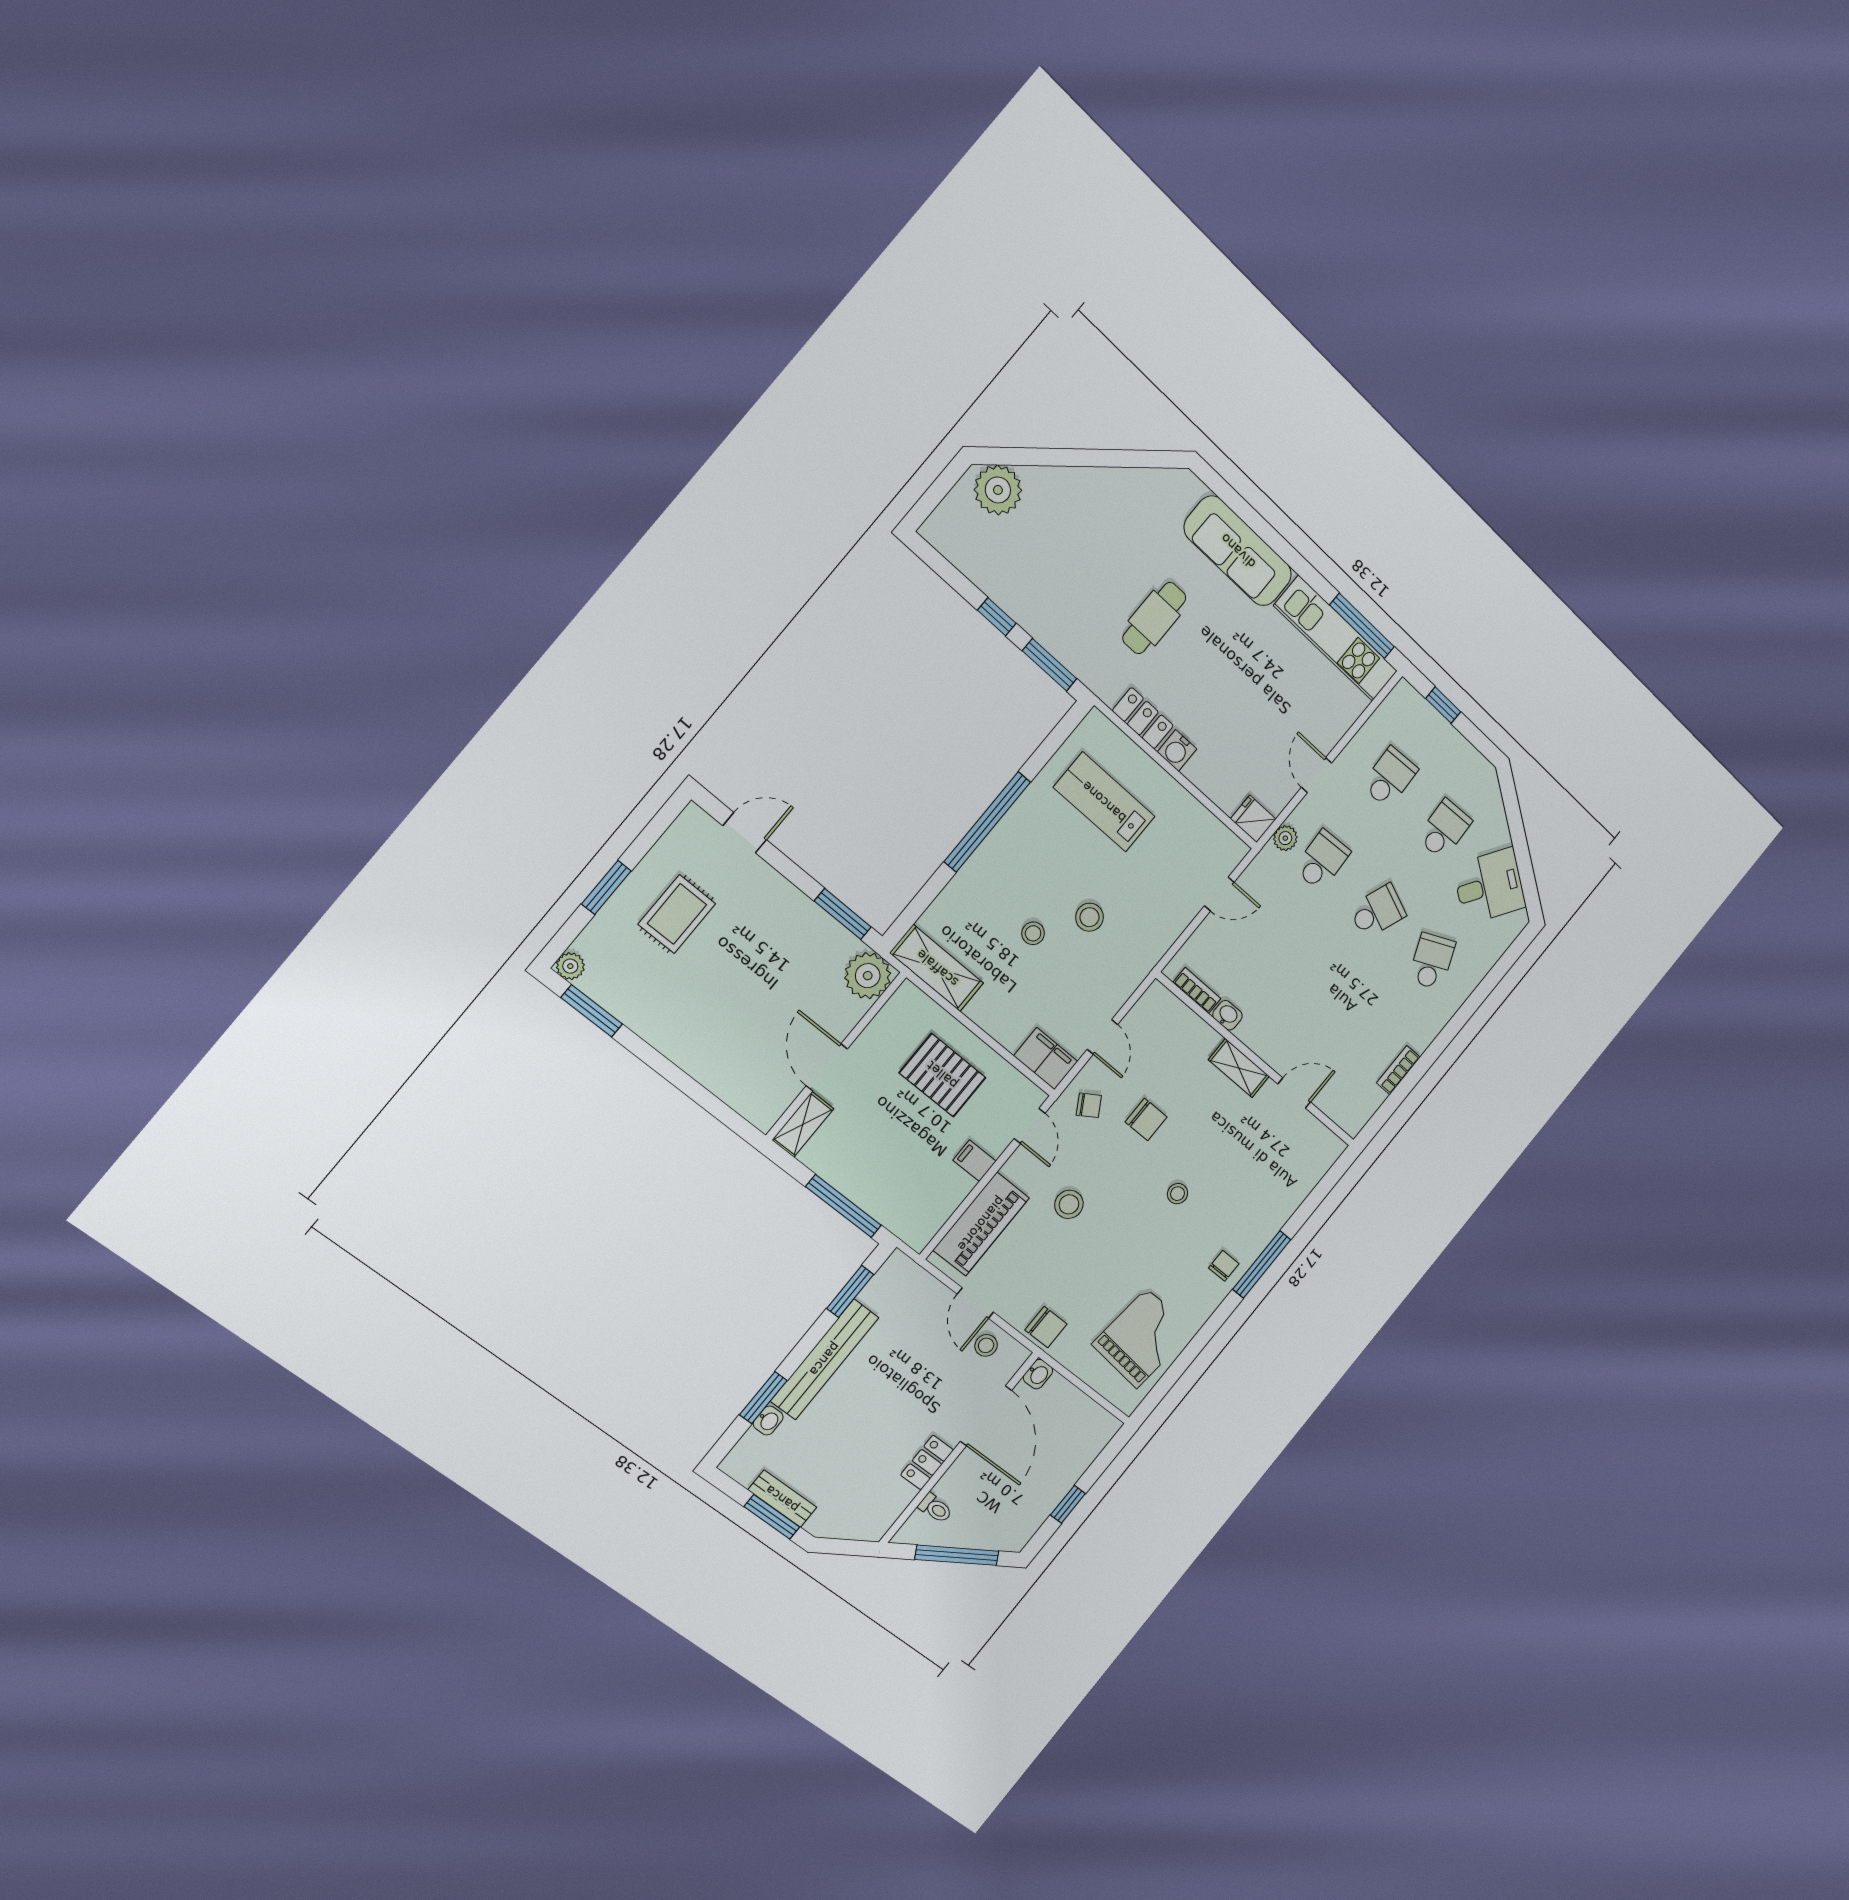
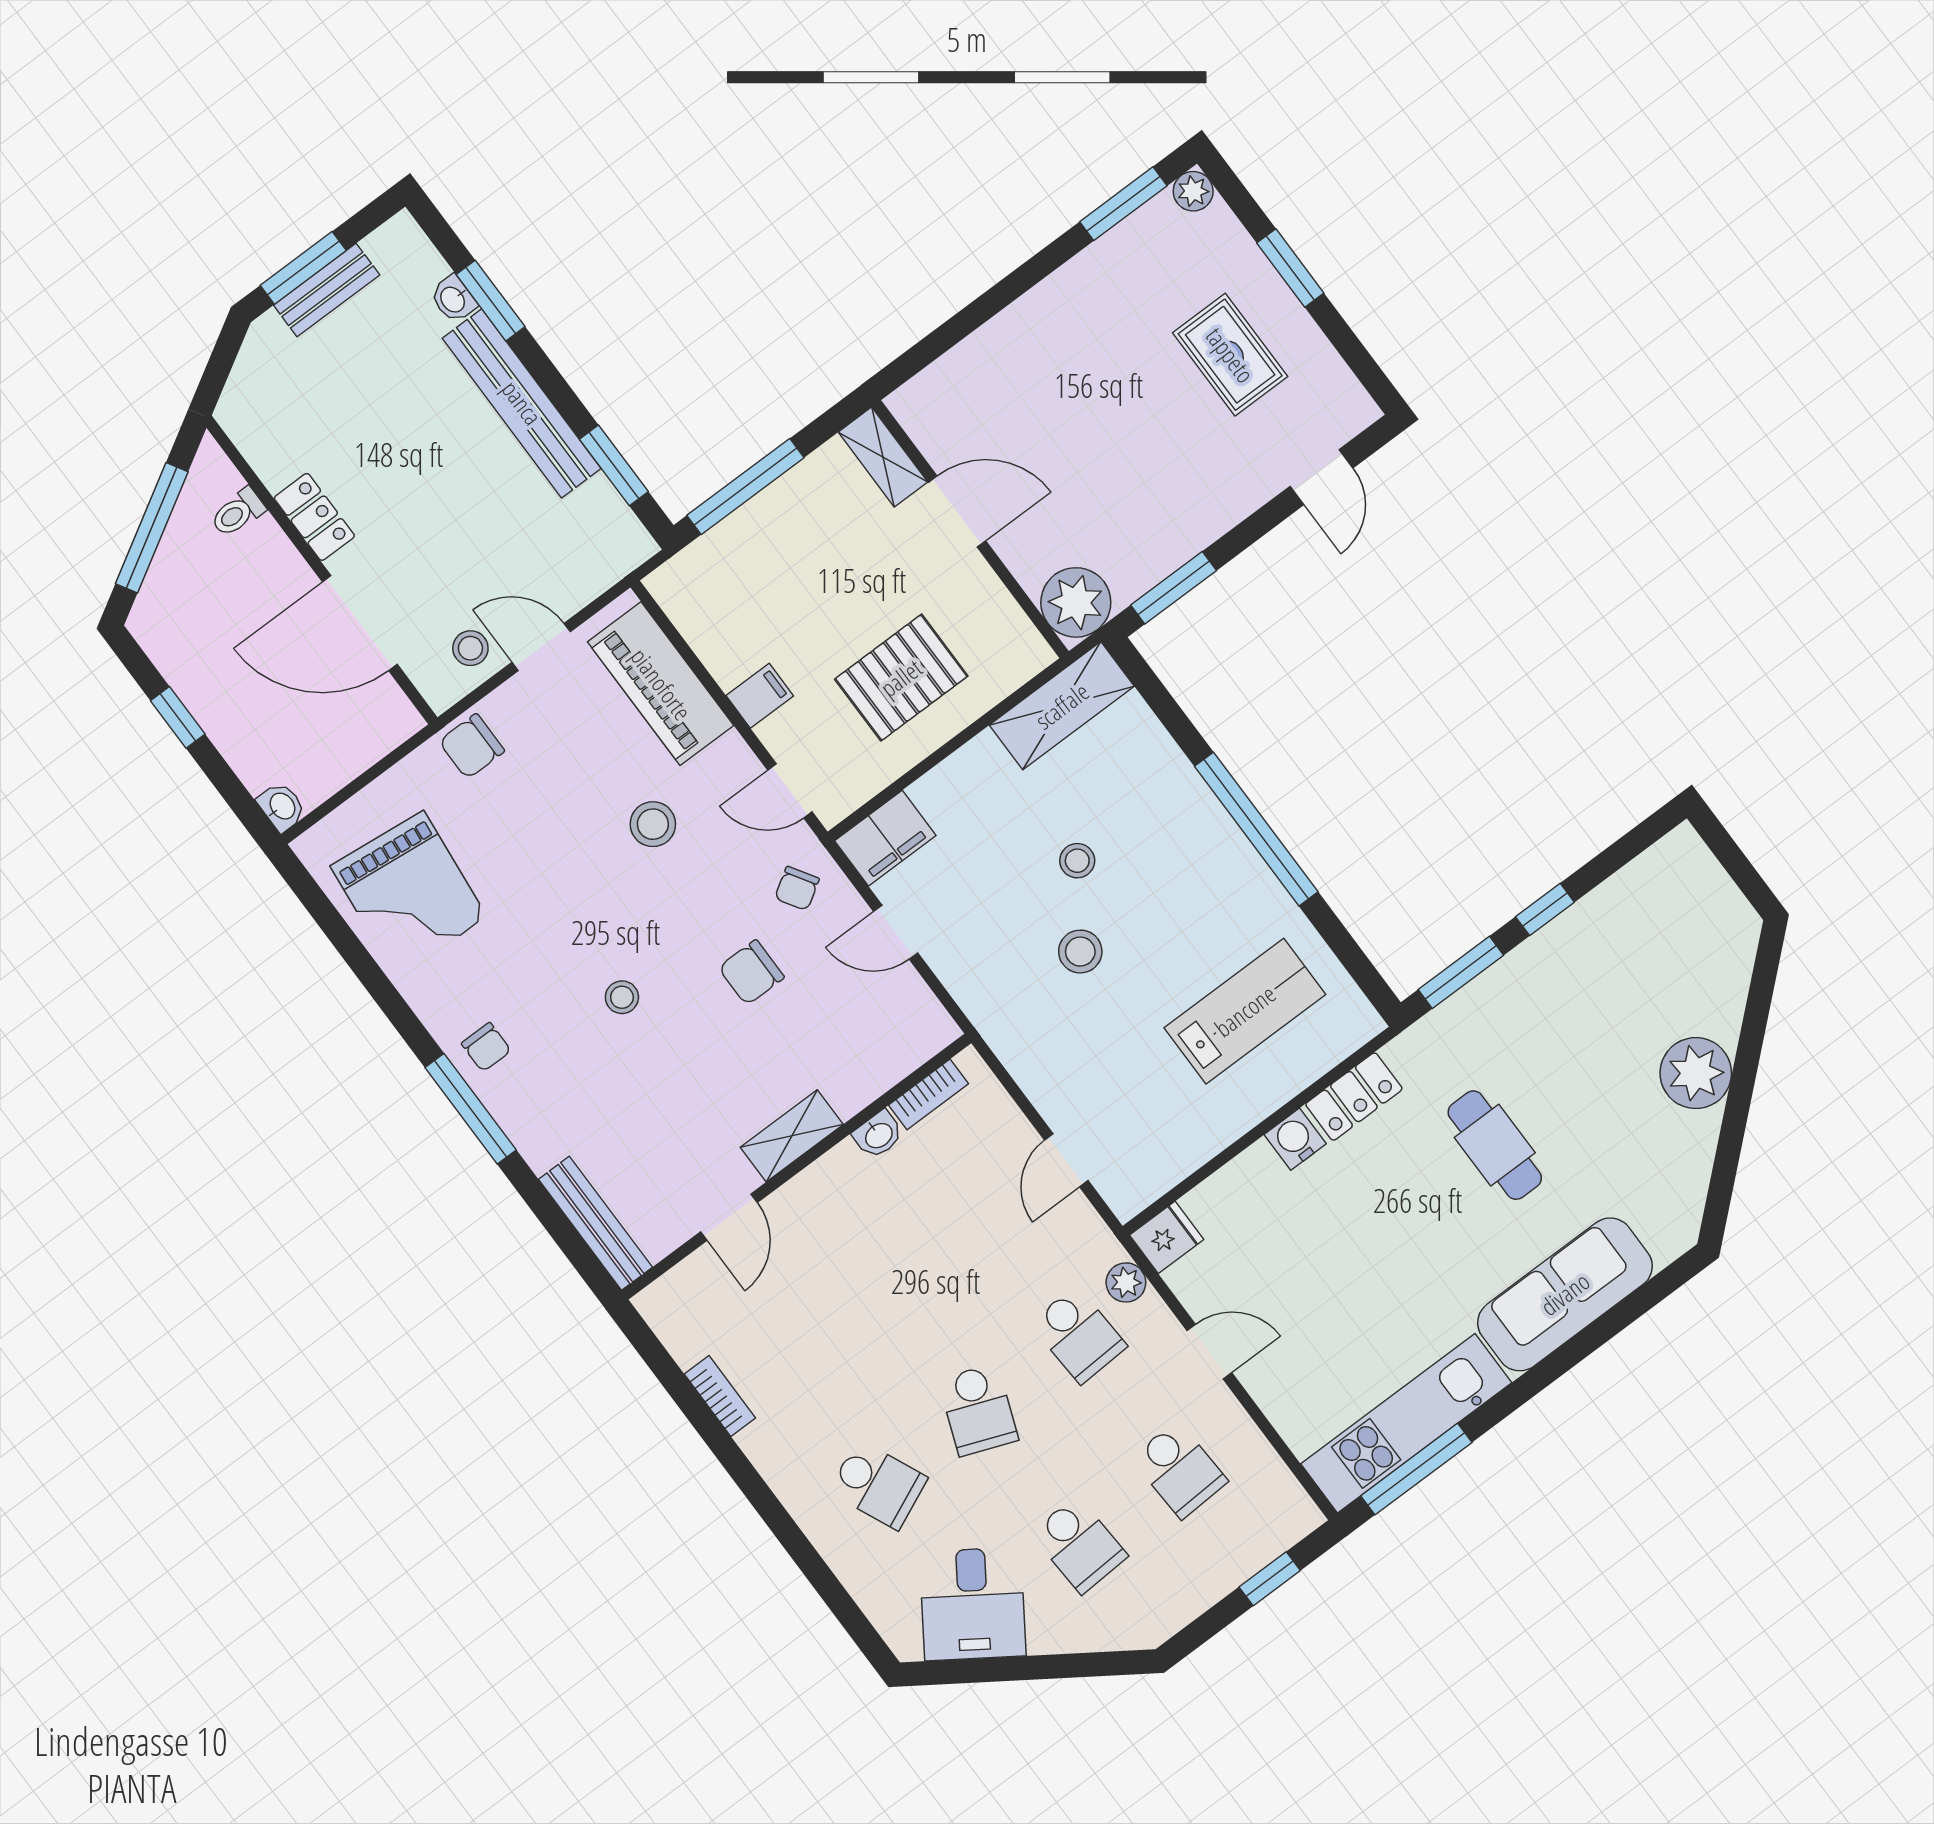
plant: (998, 490) -> (1696, 1073), moved
bench: (1313, 1172) -> (595, 1223), added
washbasin: (1038, 1374) -> (282, 807), moved, turned 180

